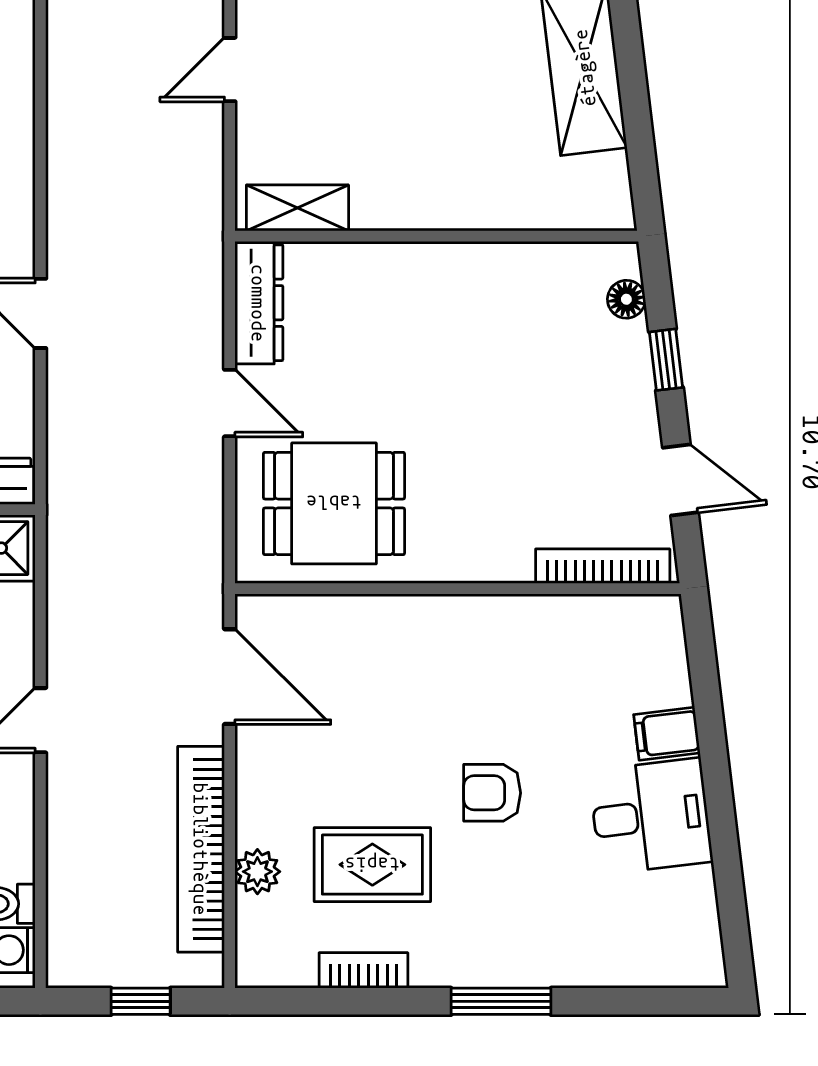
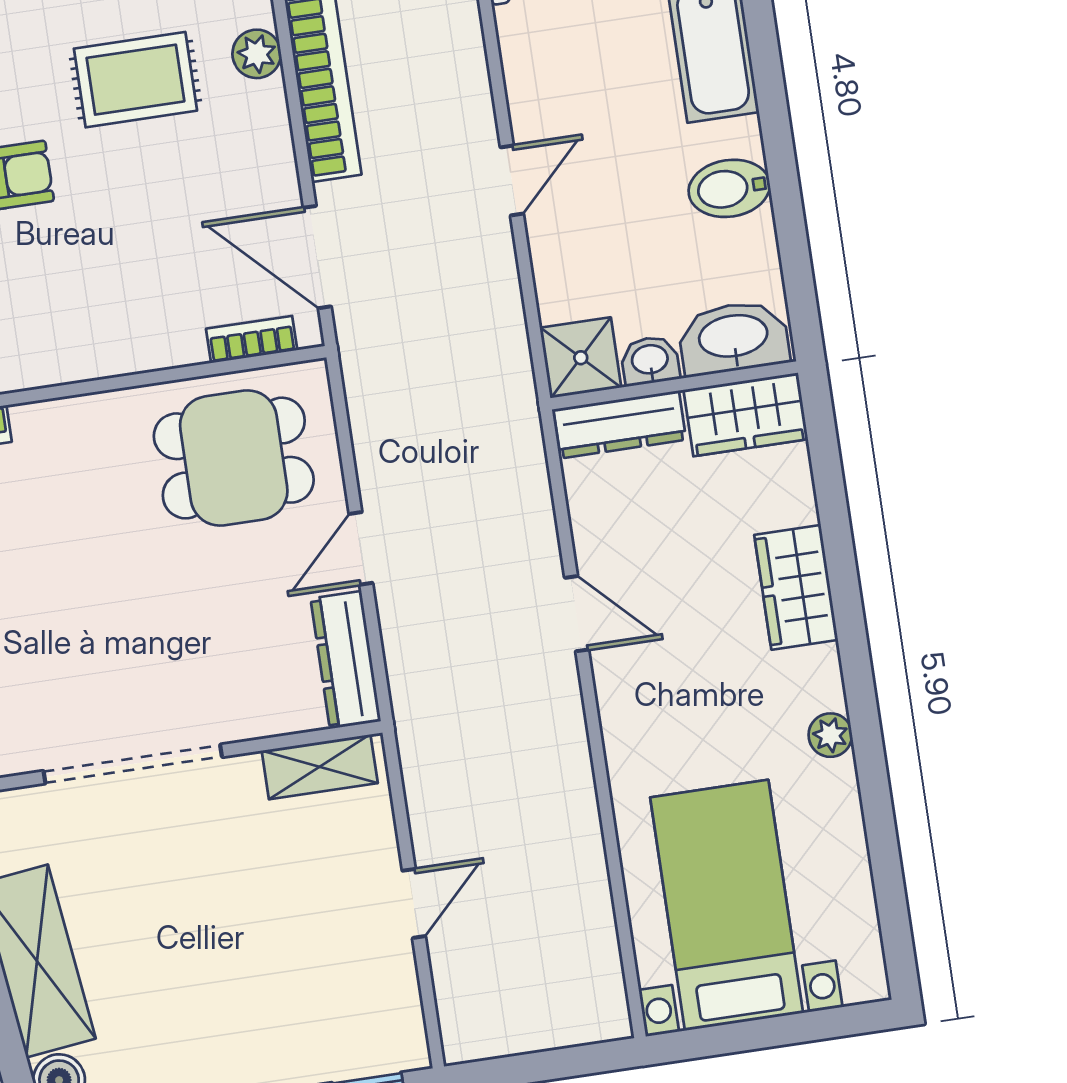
doorway: (469, 236) -> (133, 764), added
door: (230, 403) -> (361, 548), hinge flipped
bookcase: (301, 610) -> (252, 339), added

